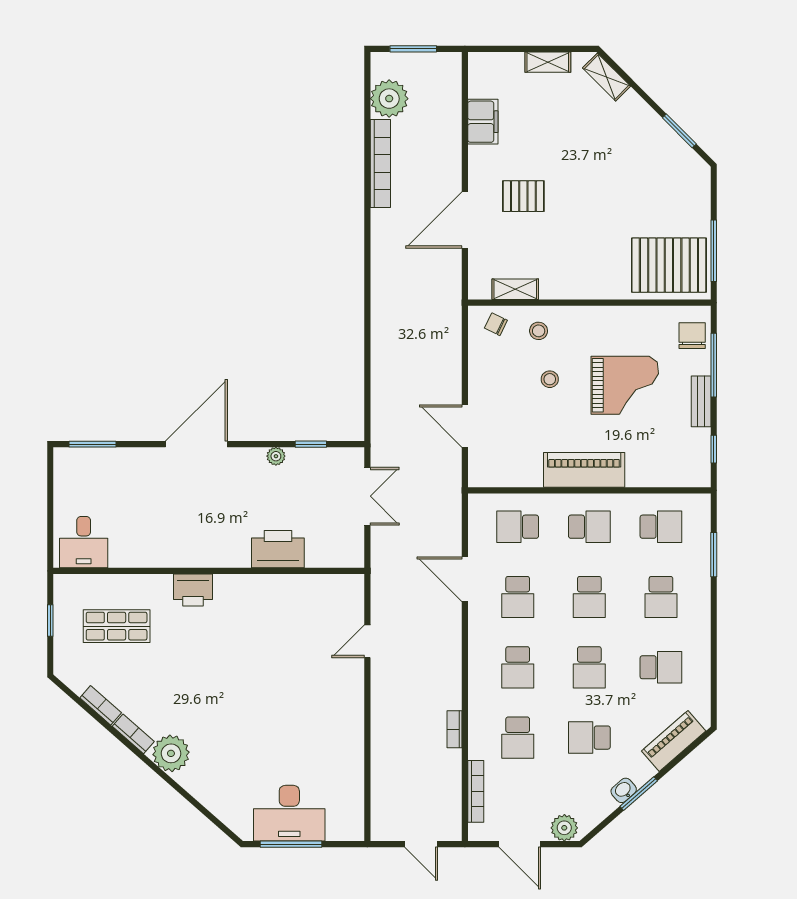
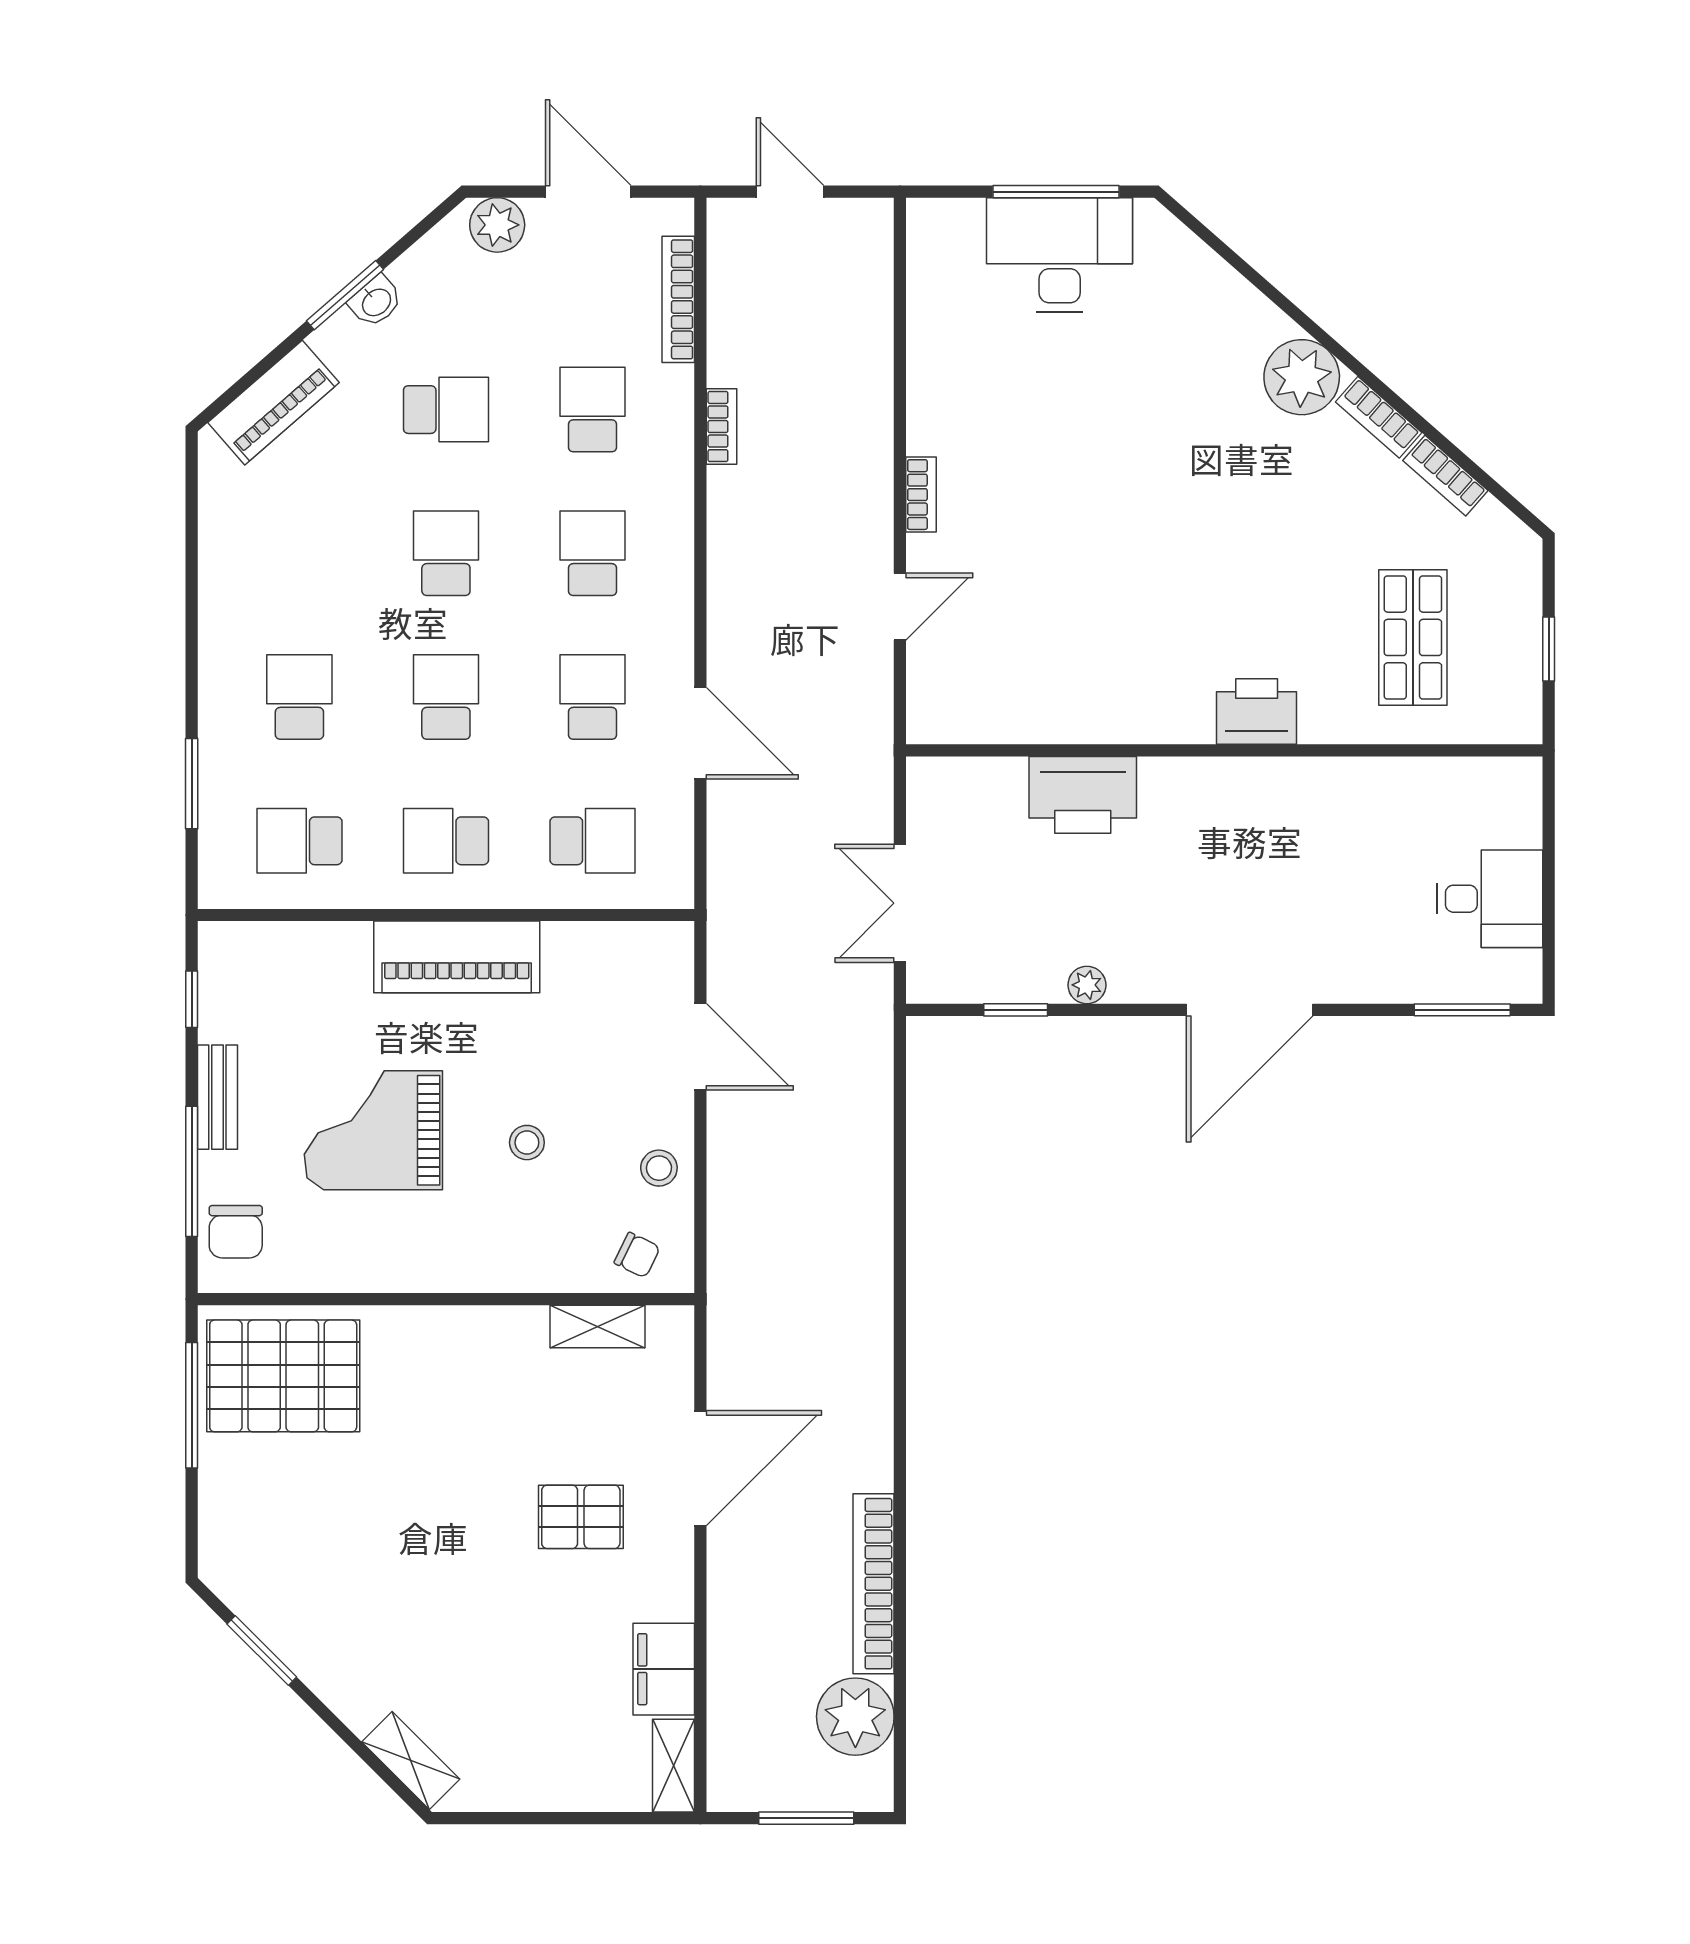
shelving: (548, 62) -> (674, 1766), moved, turned 90
stool: (539, 331) -> (659, 1168), moved
desk: (84, 542) -> (1490, 899), moved, turned 90
shop shelf: (117, 626) -> (1413, 637), turned 90
school desk: (661, 667) -> (299, 553), removed
bookcase: (357, 696) -> (921, 495), added

